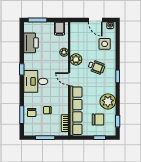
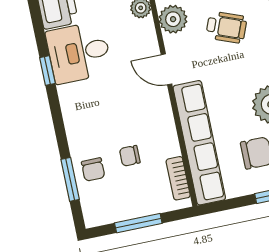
desk: (36, 81) -> (79, 52), moved

